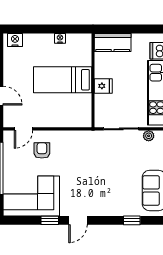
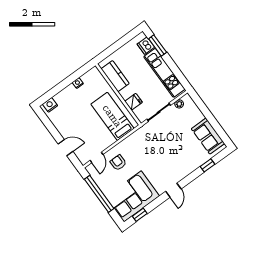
kitchen counter: (113, 42) -> (115, 76), moved, turned -90
bed: (63, 80) -> (112, 116), moved, turned 90
fridge: (103, 86) -> (134, 102), moved
window: (50, 220) -> (140, 215), moved

